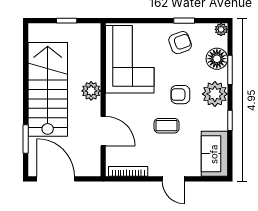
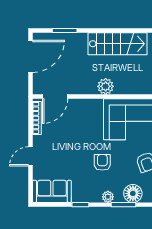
stairs: (48, 89) -> (117, 44), width x0.73, depth x0.66
plant: (215, 94) -> (108, 197), width x0.53, depth x0.53
coffee table: (167, 126) -> (76, 151), removed
door: (103, 131) -> (55, 97), moved

